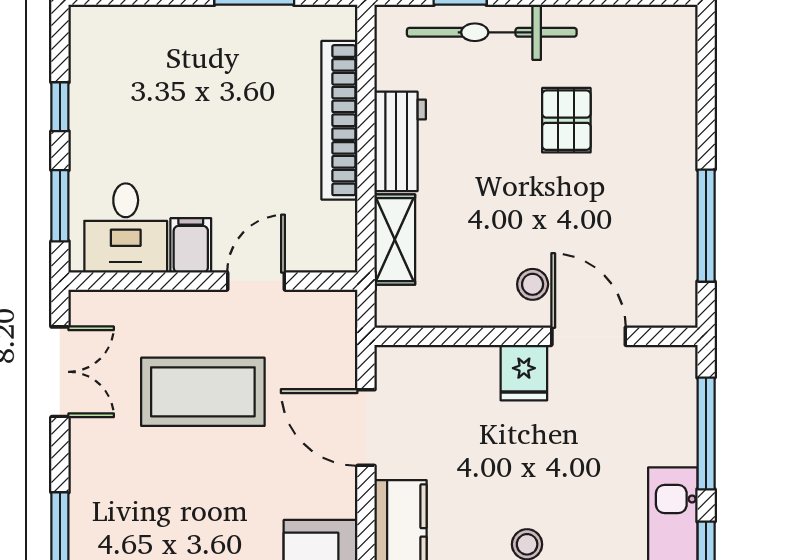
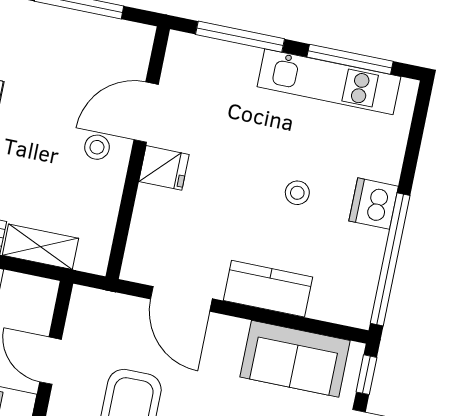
door: (366, 428) -> (181, 299), hinge flipped

